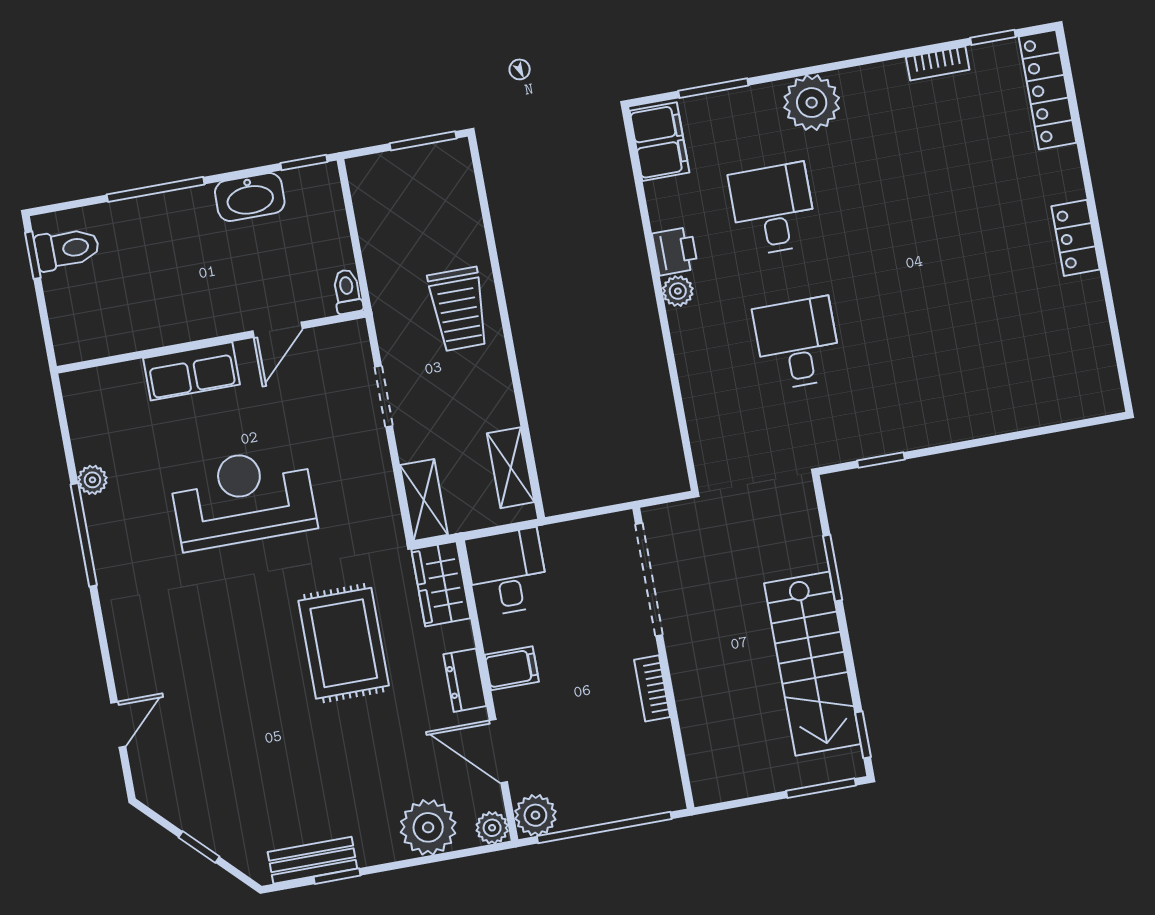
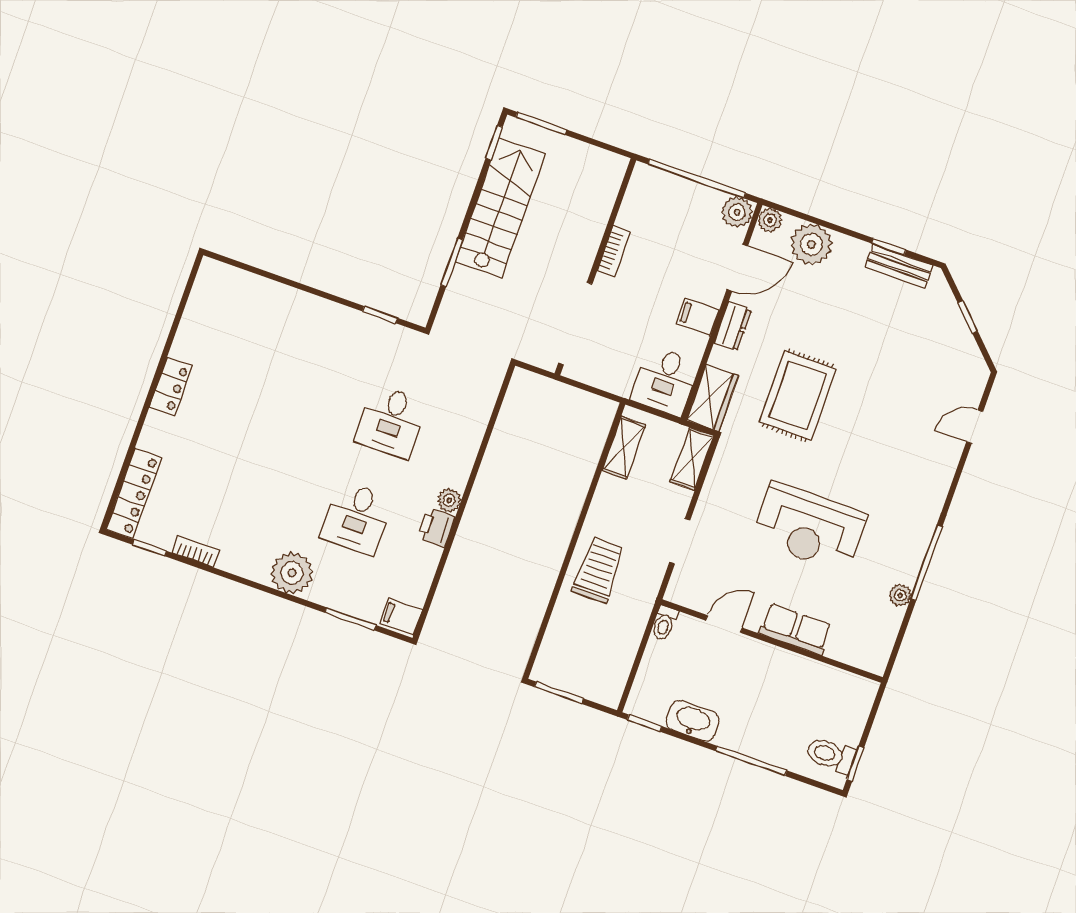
filing cabinet: (659, 142) -> (401, 617), width x0.50
door: (498, 751) -> (737, 268), hinge flipped

